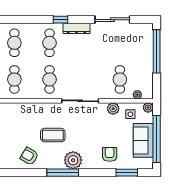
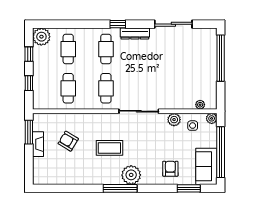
cafe table: (120, 79) -> (181, 88), removed
sofa: (143, 140) -> (206, 166), moved
armchair: (29, 156) -> (68, 141), moved

